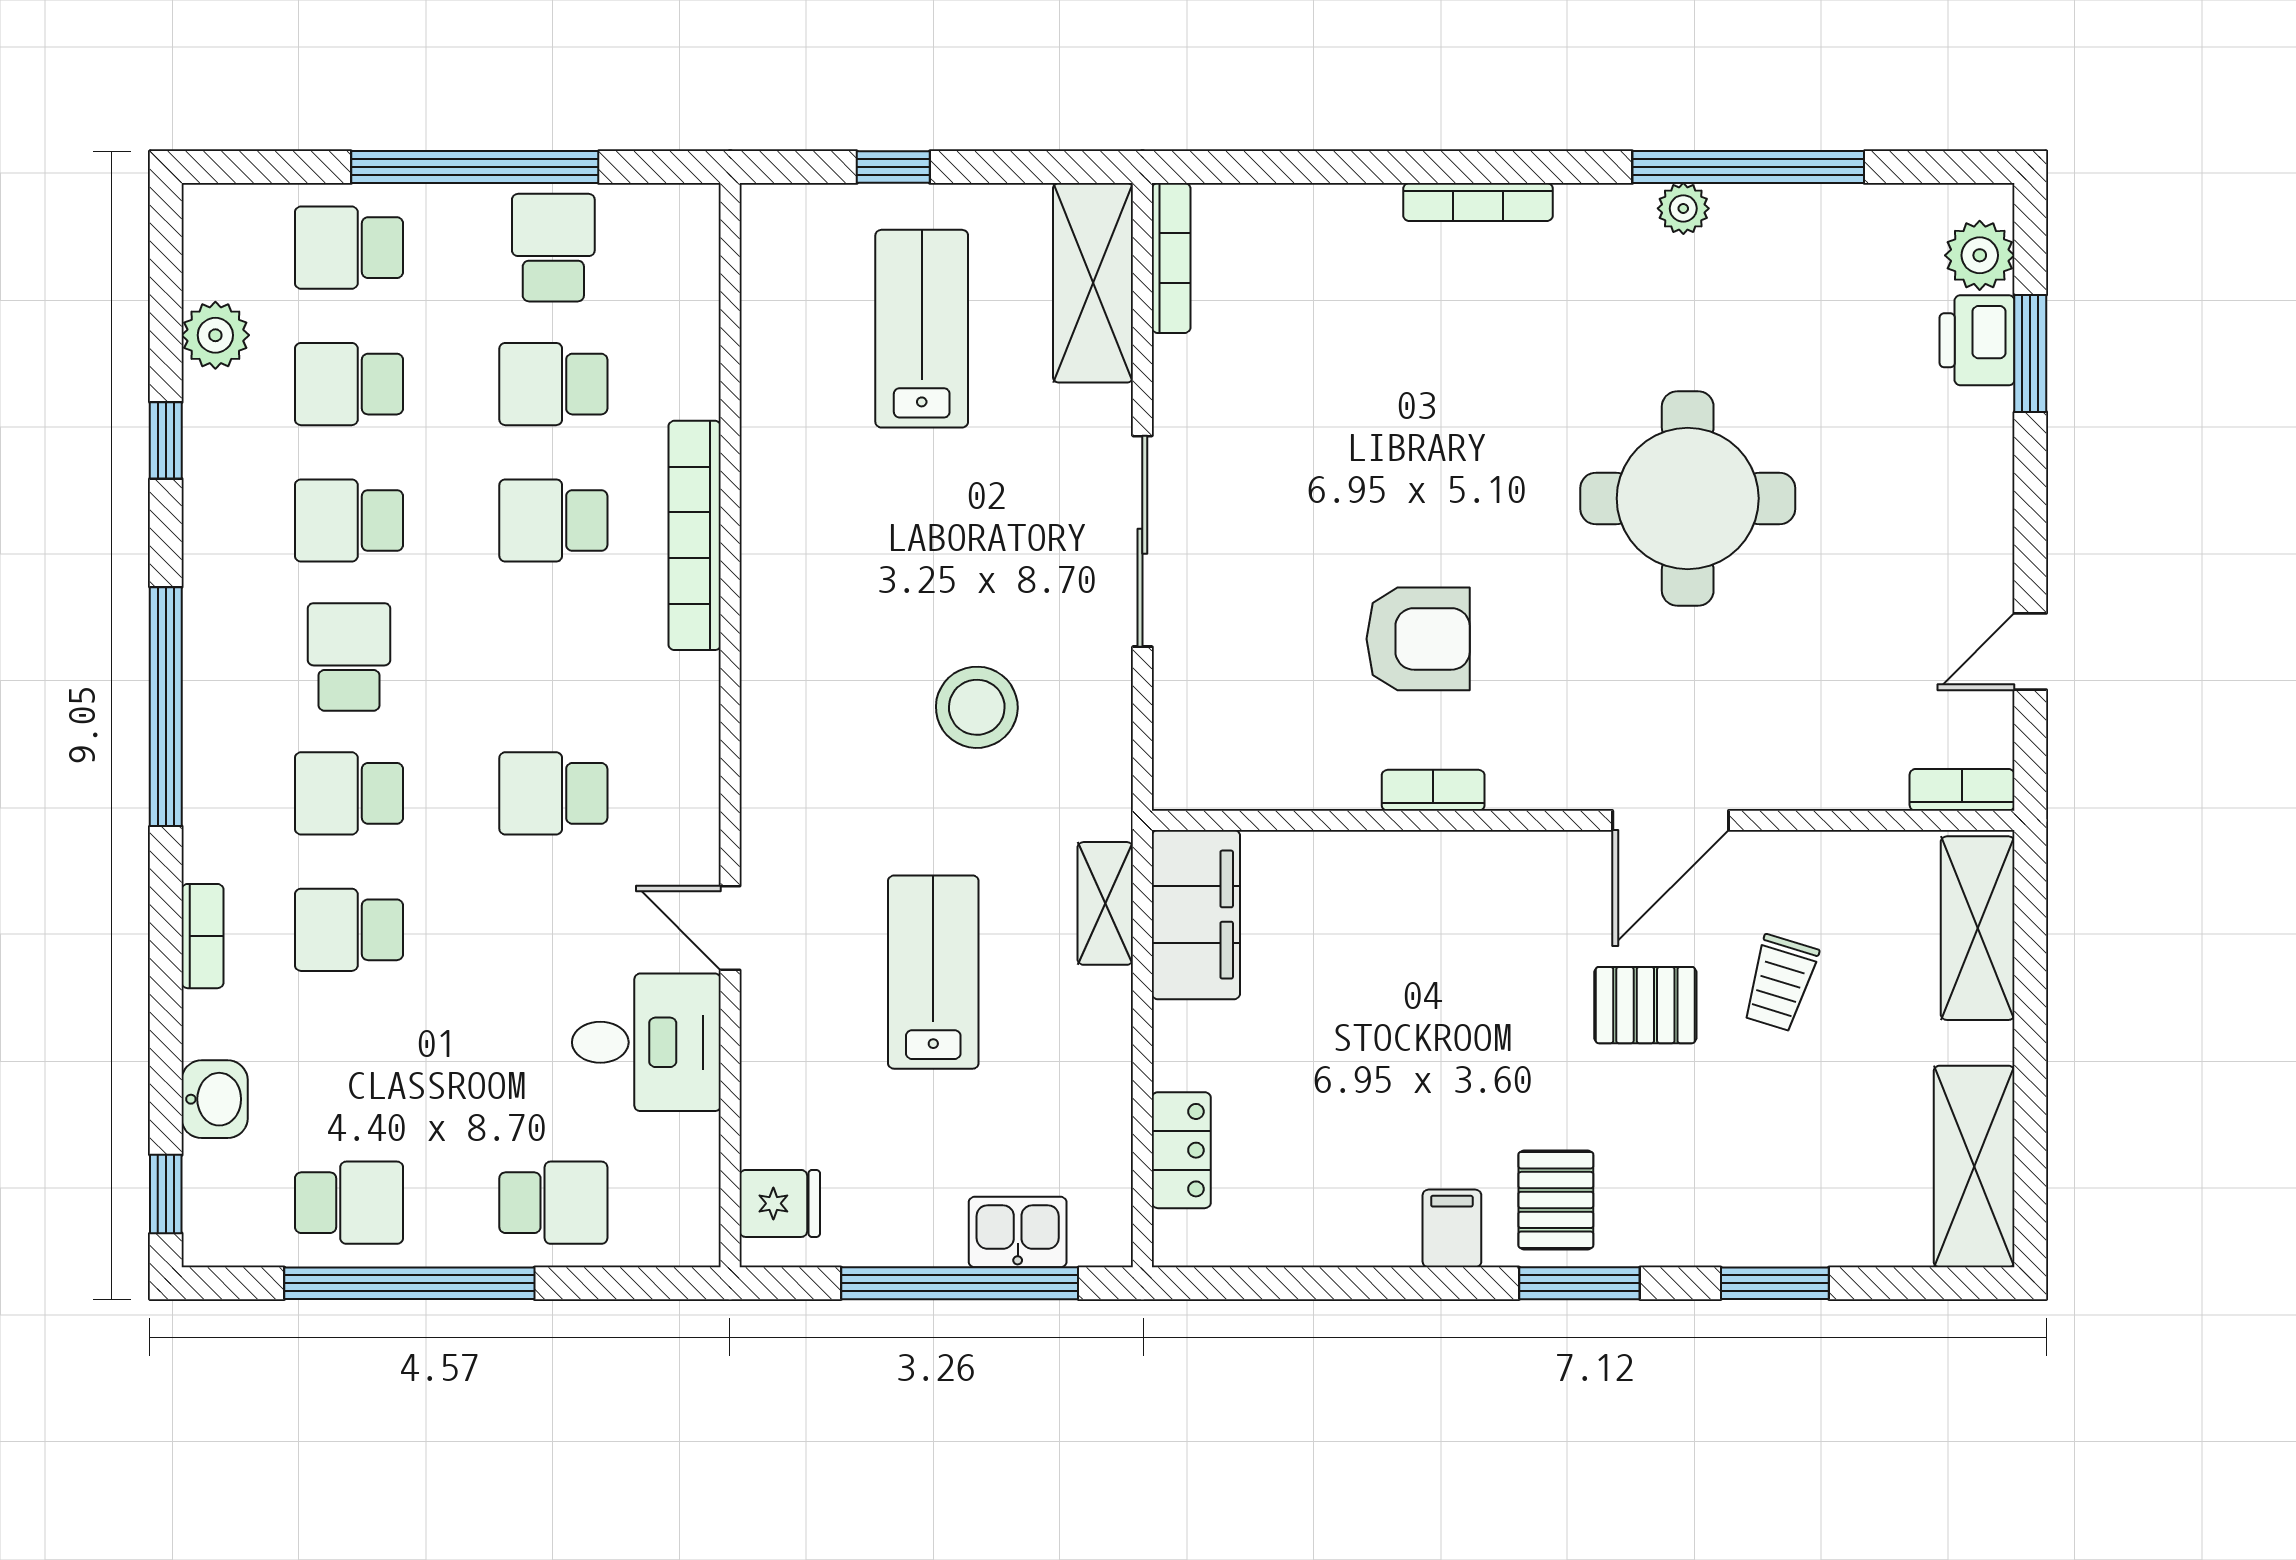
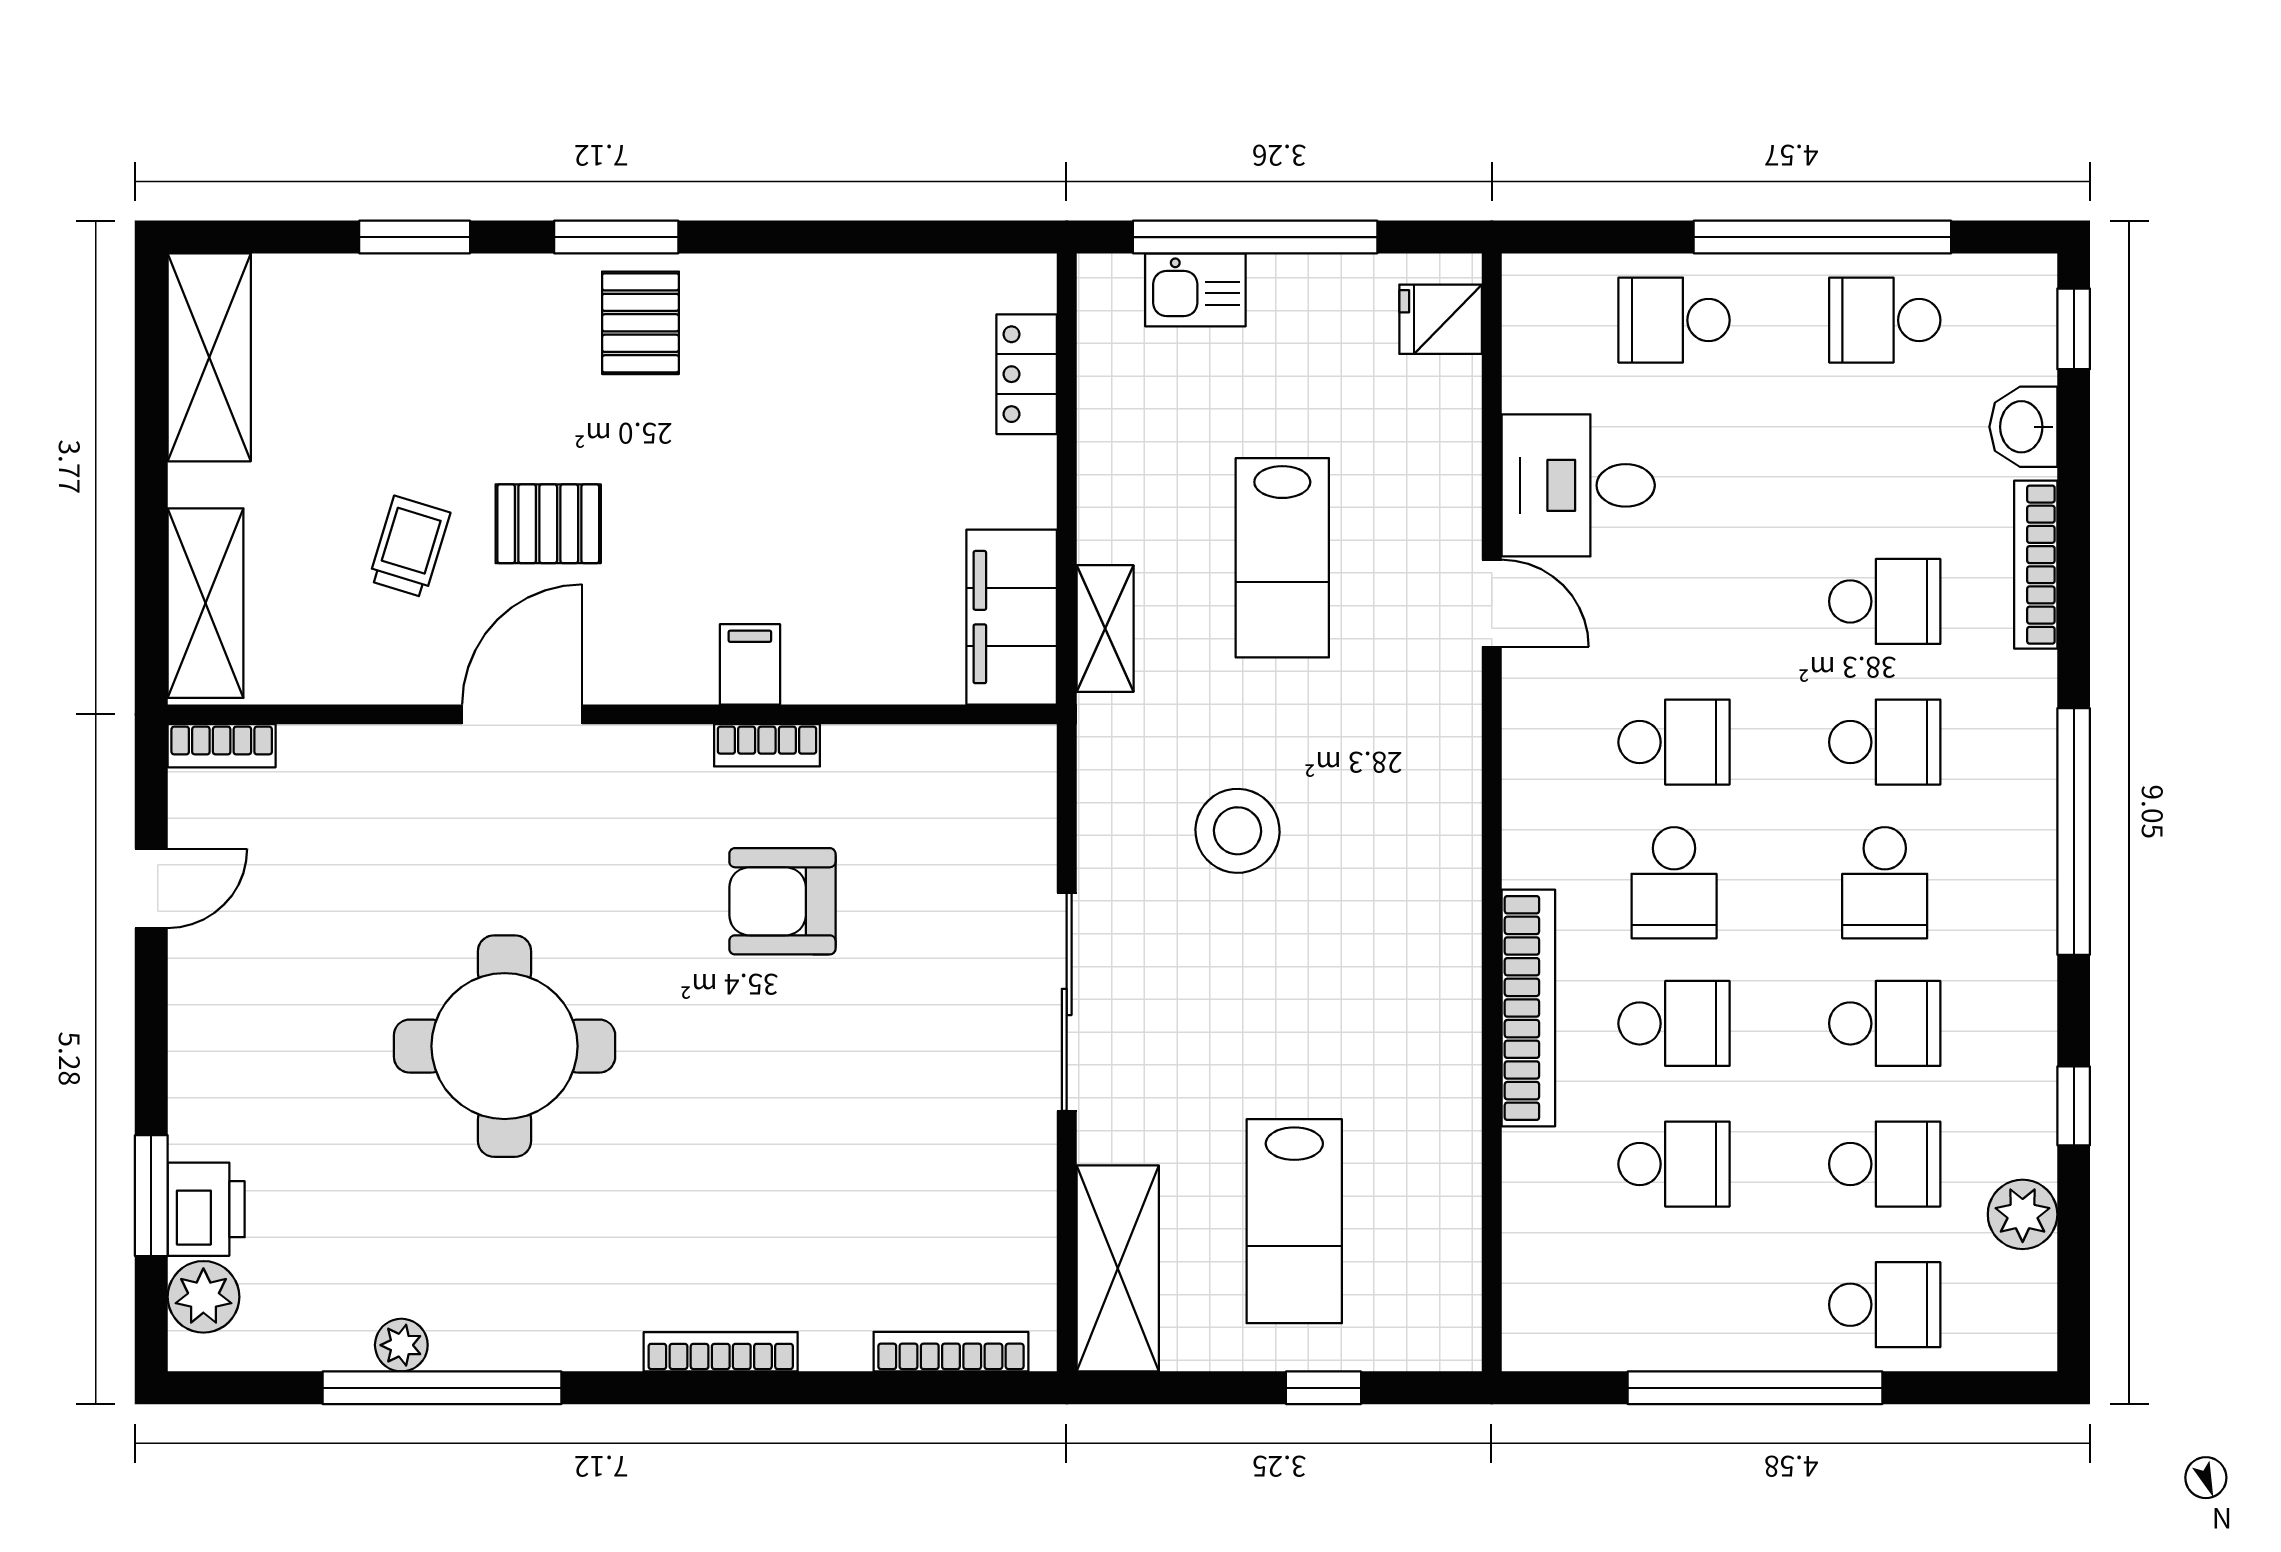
plant: (1683, 208) -> (401, 1345), moved
school desk: (553, 248) -> (1674, 883), moved
bookcase: (1171, 258) -> (951, 1352), moved, turned 90
bookcase: (203, 936) -> (2036, 565), width x1.56
filing cabinet: (1452, 1228) -> (750, 664), moved, turned 180

